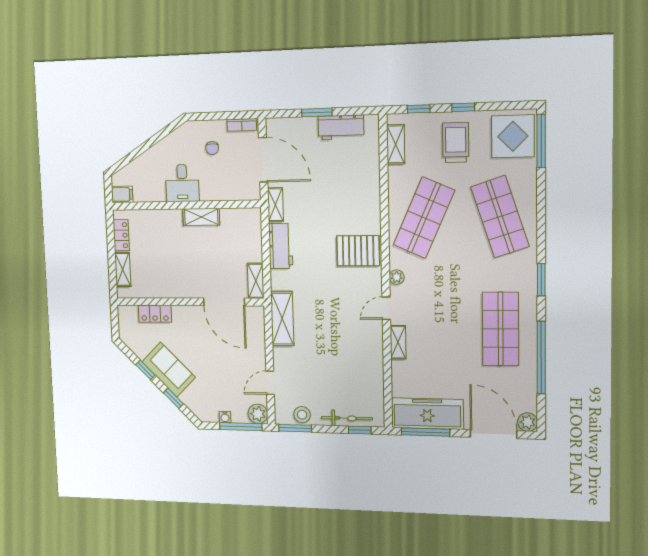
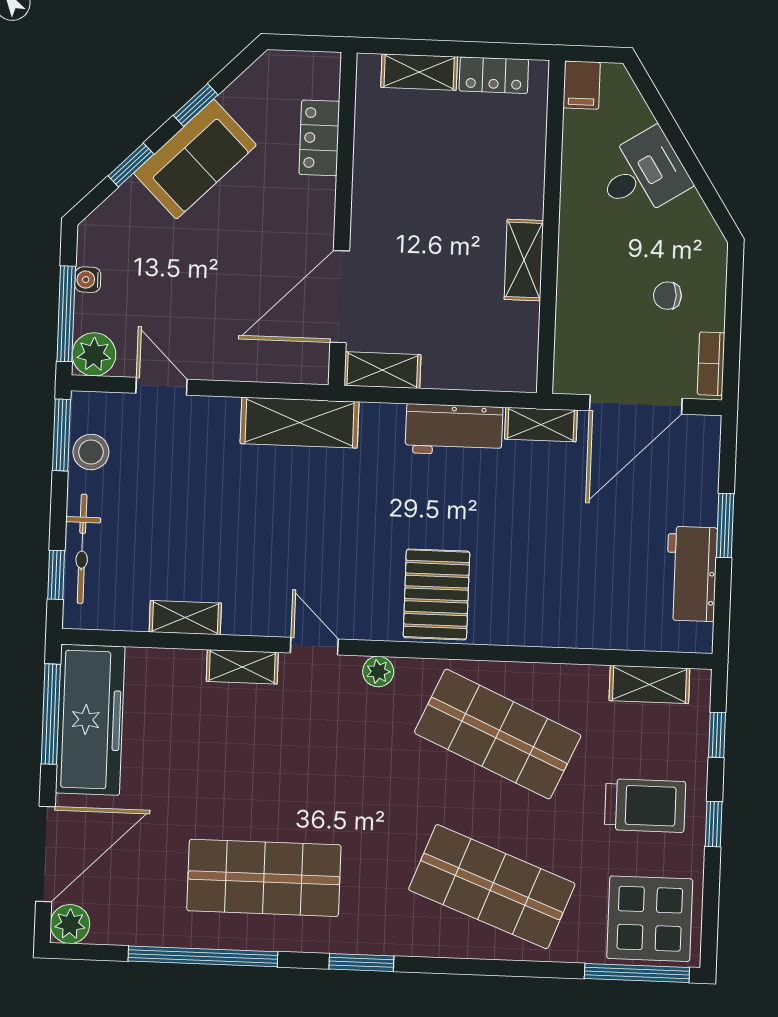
desk: (182, 183) -> (643, 174), moved, turned 147
shop shelf: (500, 217) -> (492, 887), turned 39
shelving: (376, 370) -> (185, 618), added

